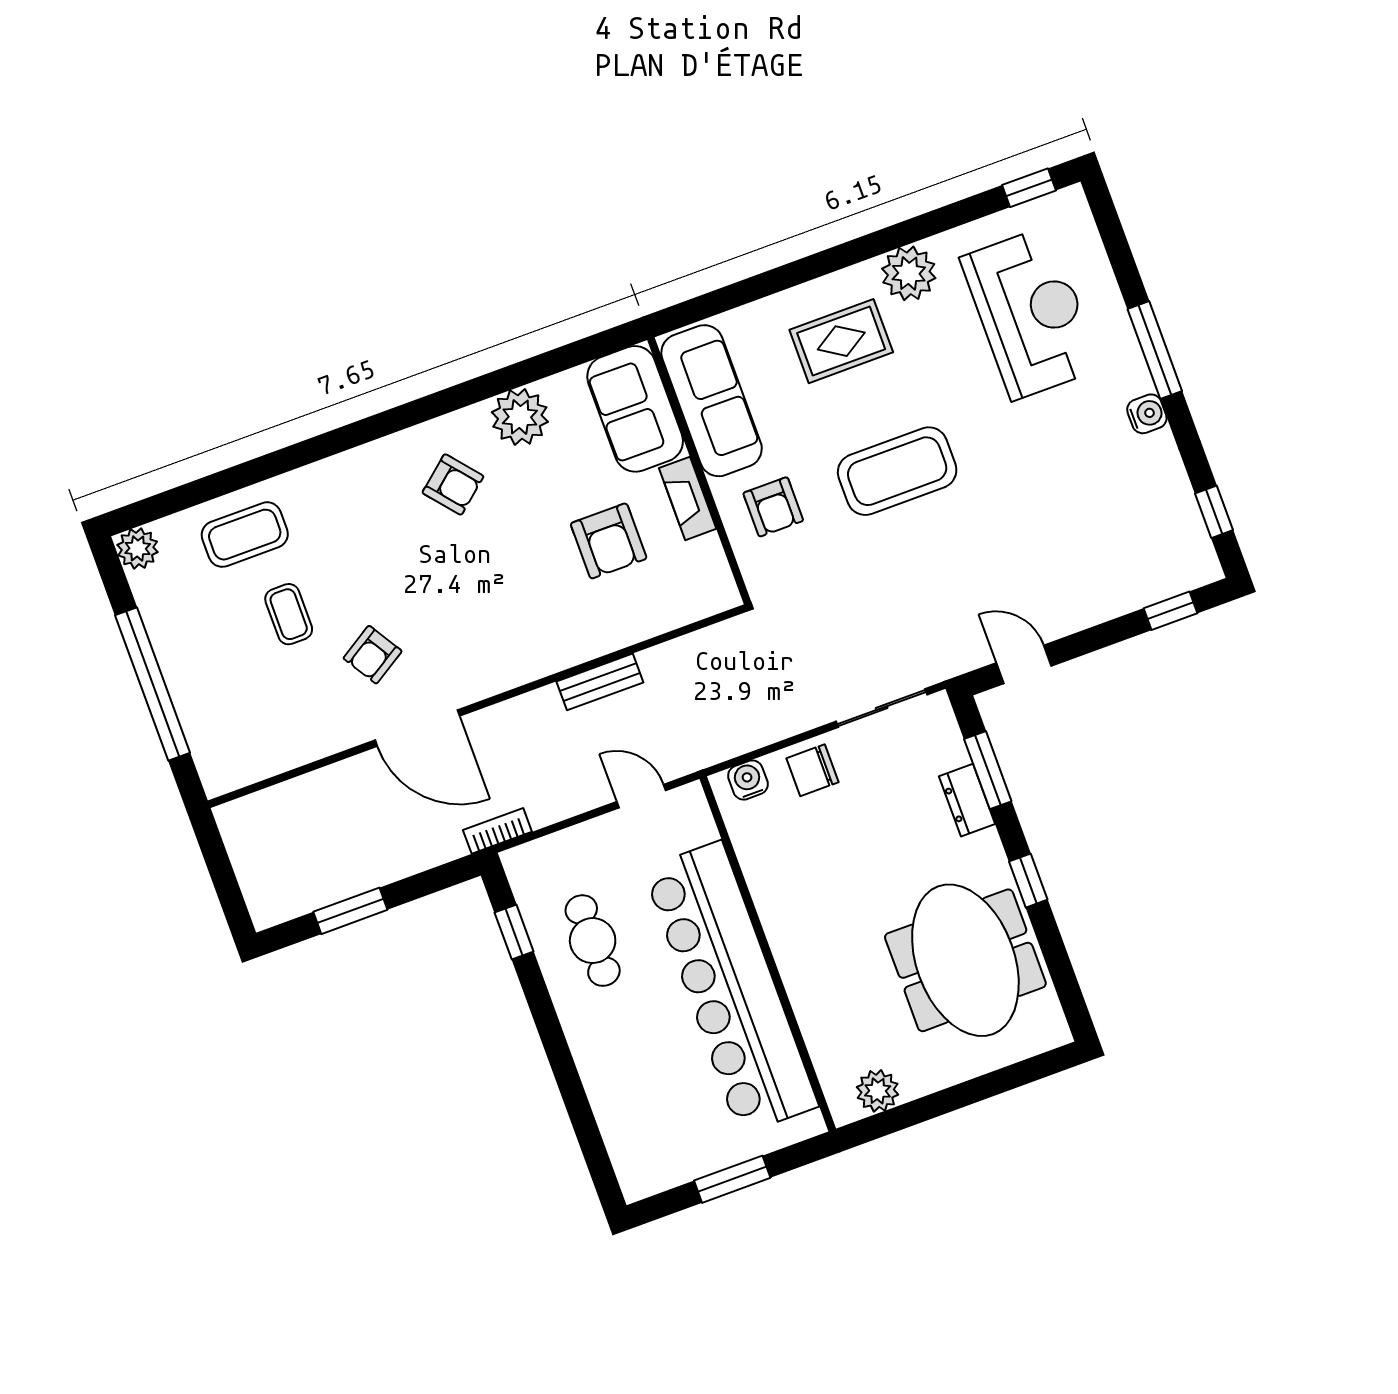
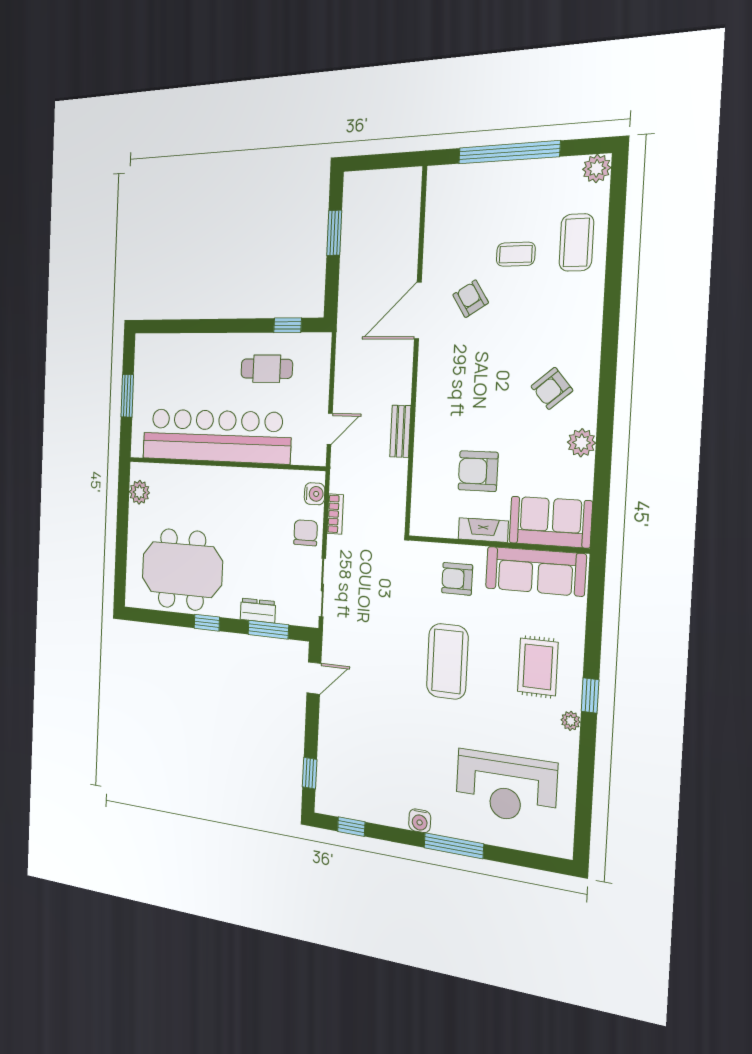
window: (1029, 188) -> (590, 696), moved
plant: (909, 273) -> (571, 721), width x0.53, depth x0.53
plant: (520, 417) -> (581, 443), width x0.73, depth x0.73
bookcase: (497, 831) -> (335, 514), moved

